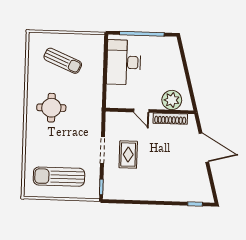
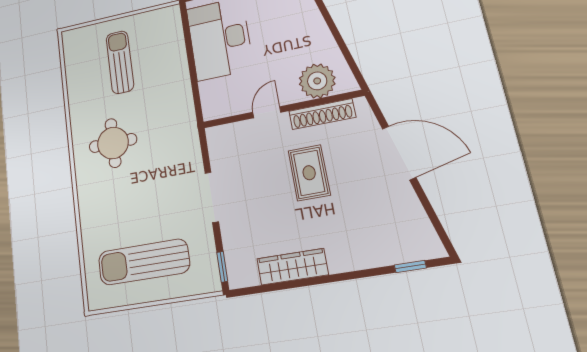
sun lounger: (63, 61) -> (120, 62), turned -113
door: (141, 111) -> (267, 112), swing flipped
rug: (128, 155) -> (309, 173), moved
wardrobe: (138, 194) -> (292, 267), added

